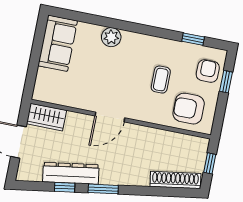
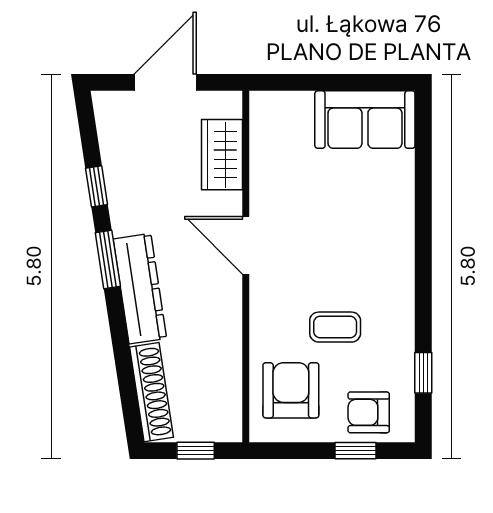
plant: (111, 37) -> (396, 218), removed
armchair: (208, 71) -> (369, 412), turned 180
wardrobe: (46, 117) -> (222, 155), moved
dresser: (71, 173) -> (140, 289), moved

